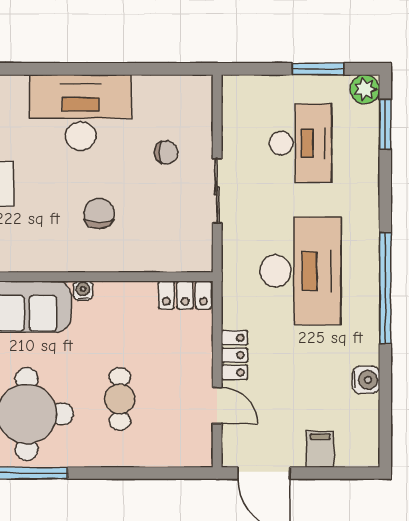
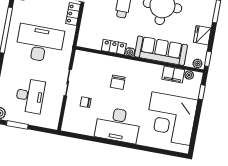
desk: (300, 143) -> (30, 96), turned 180
desk: (300, 271) -> (40, 44), turned 90
locker: (185, 295) -> (114, 47), moved

